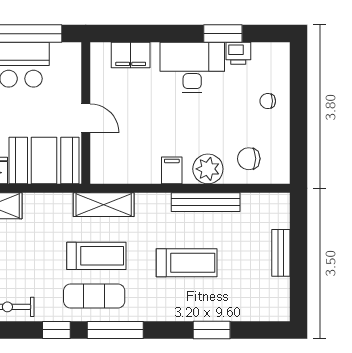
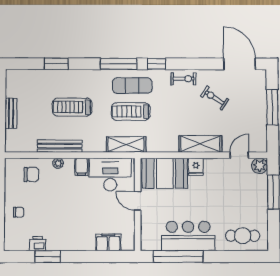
desk: (192, 67) -> (110, 174), moved, turned 180
plant: (208, 169) -> (58, 163), width x0.53, depth x0.53

